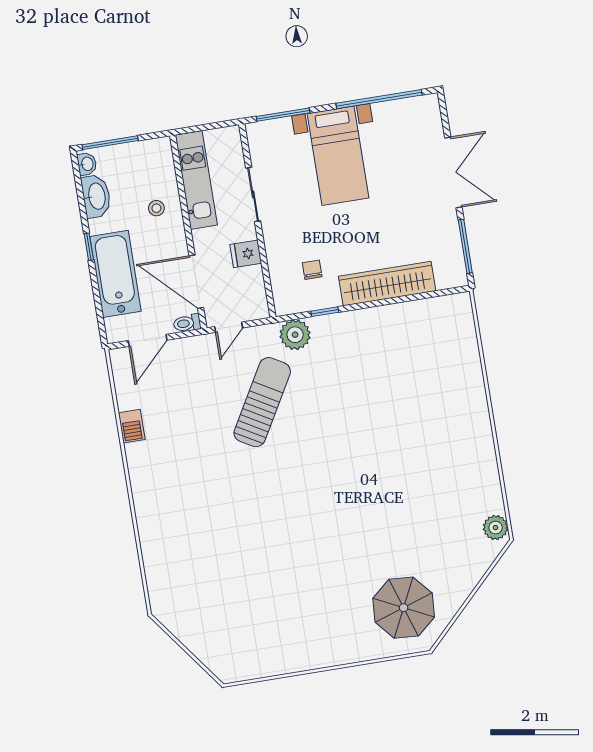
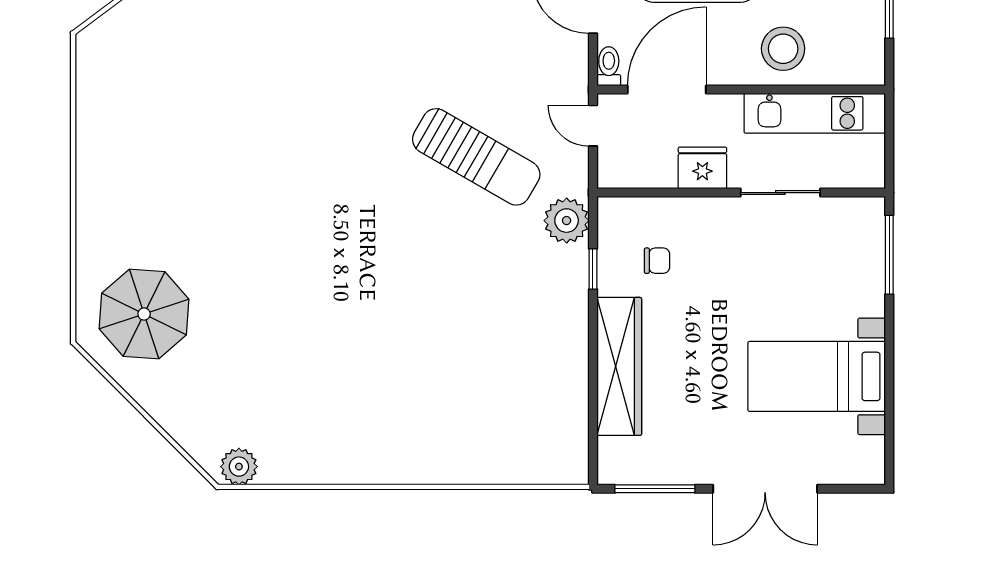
window: (379, 99) -> (889, 398), removed
bed with nightstands: (338, 156) -> (817, 376), moved
stool: (156, 208) -> (783, 49), width x1.89, depth x1.89
fridge: (246, 254) -> (702, 168), width x1.38

